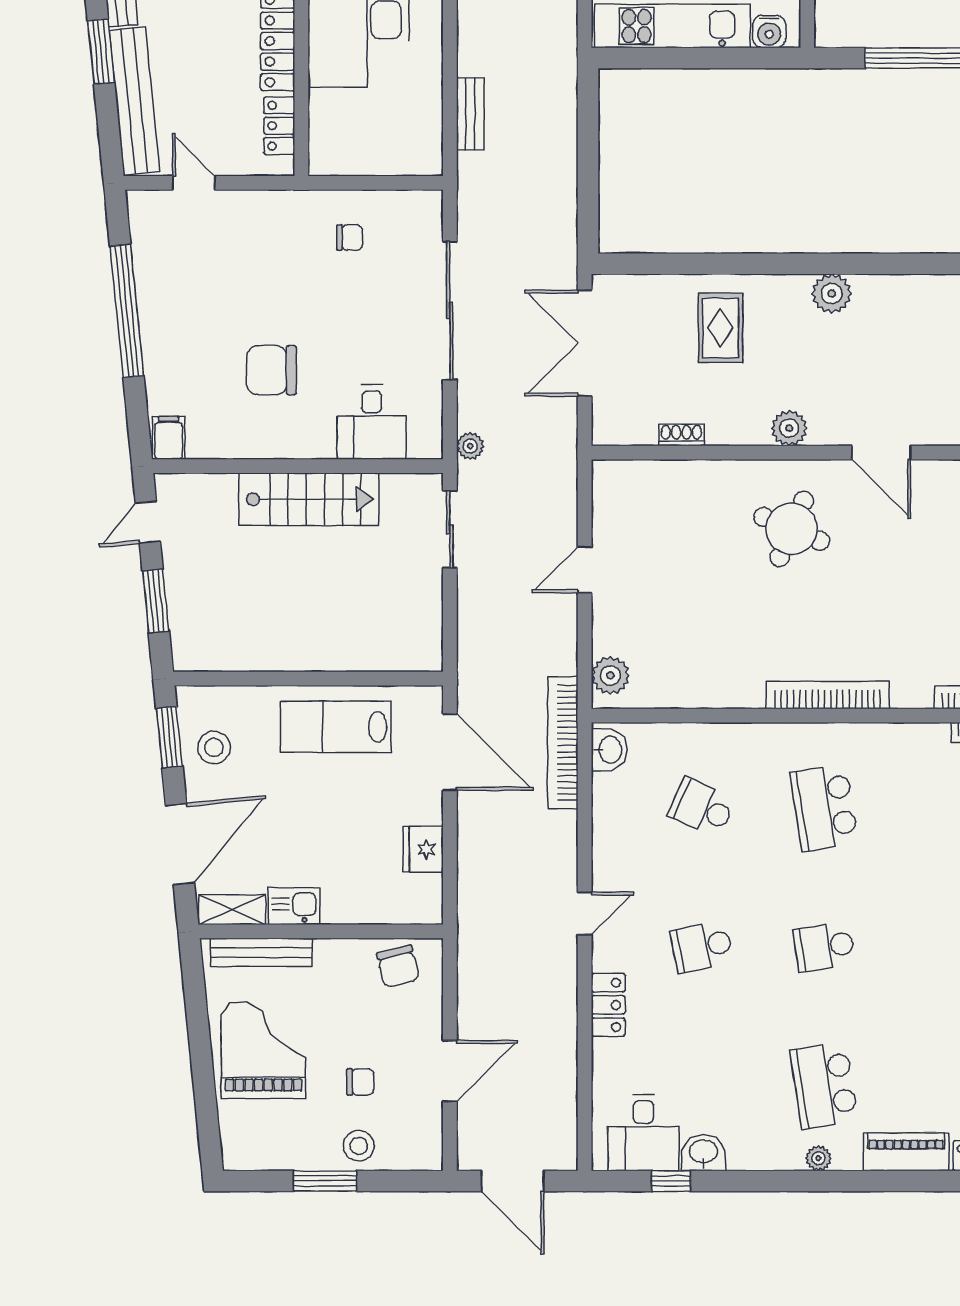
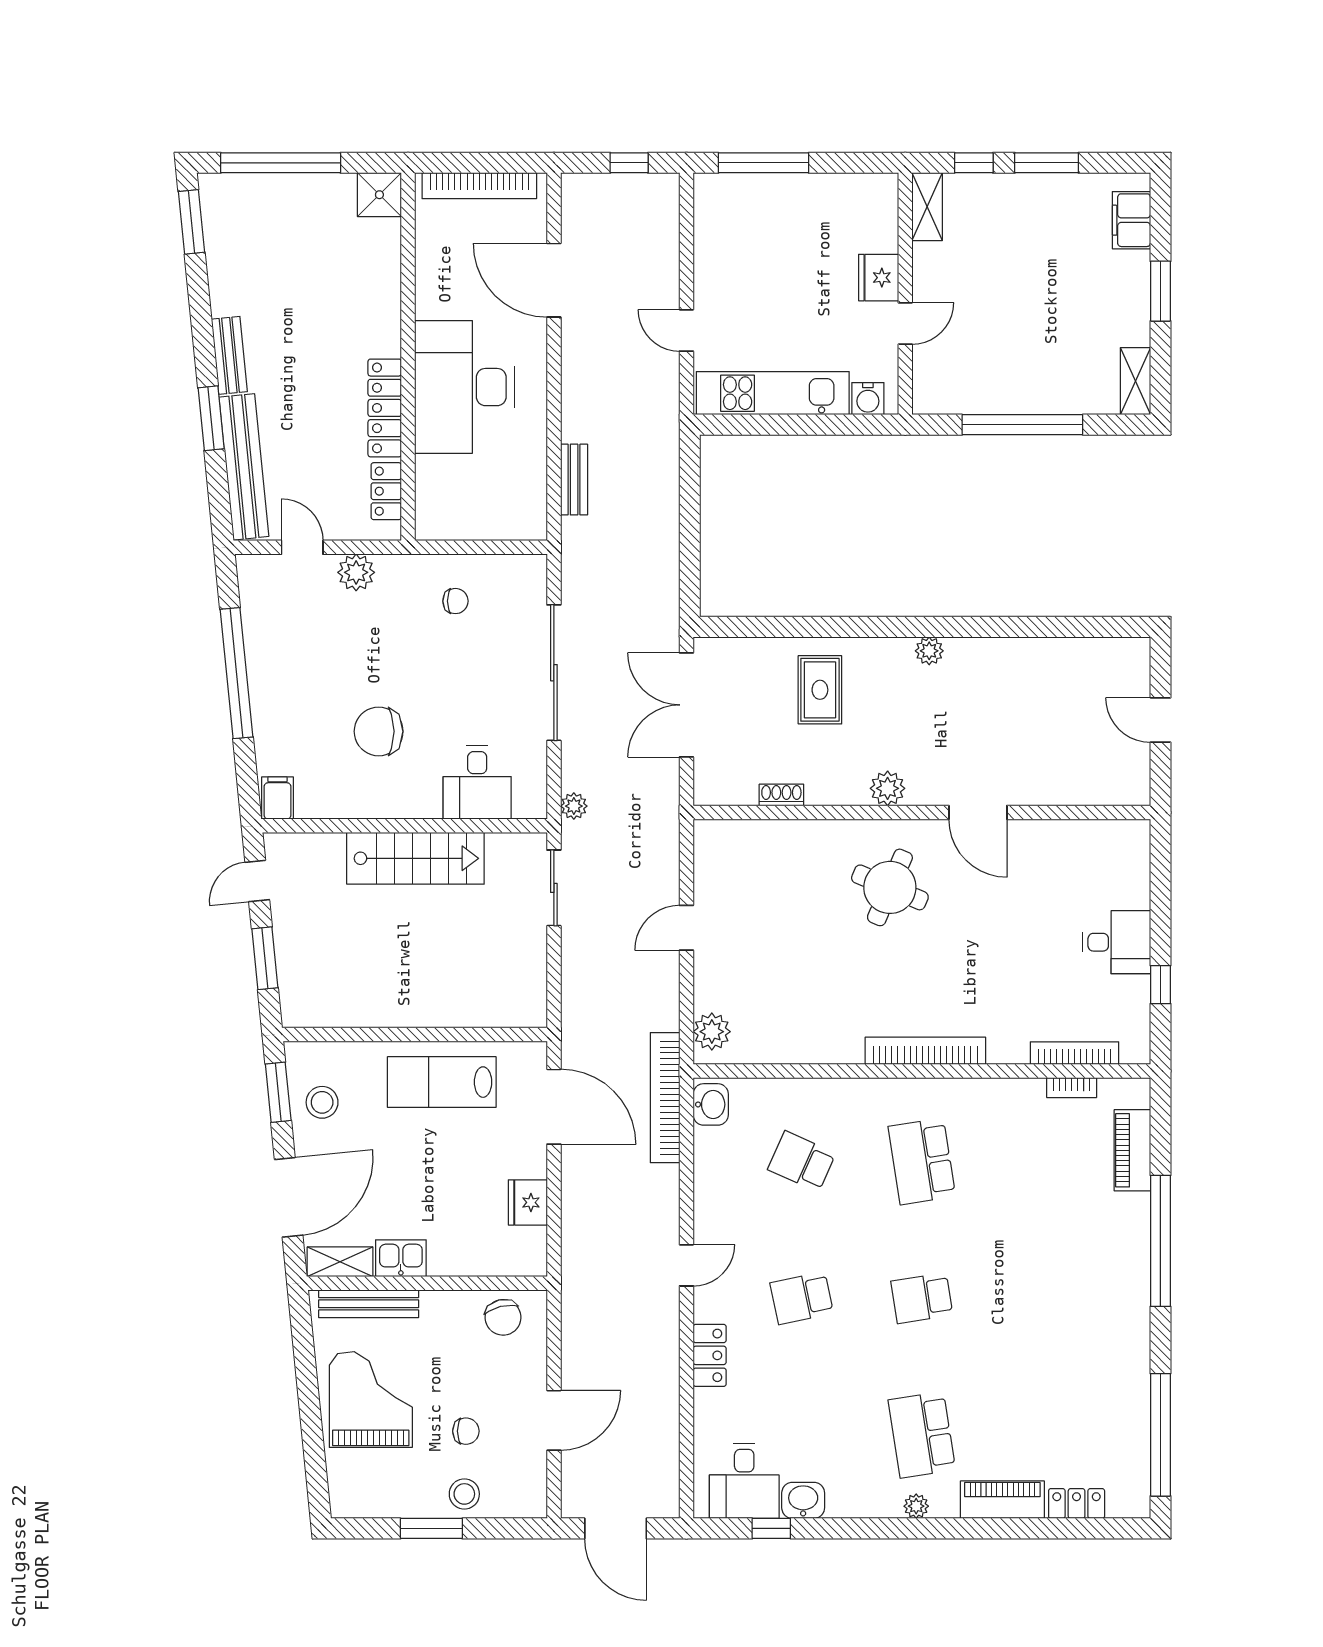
plant: (249, 208) -> (356, 572), added
plant: (832, 294) -> (929, 651), width x0.73, depth x0.73

